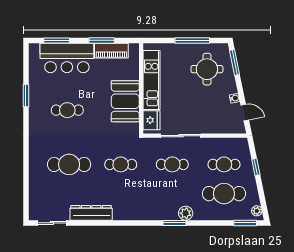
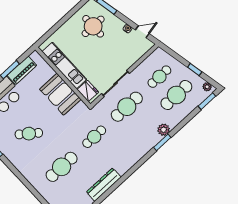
window: (192, 40) -> (67, 17), removed
cafe table: (67, 110) -> (29, 134), turned 38
cafe table: (172, 164) -> (127, 107), width x1.37, depth x1.35
window: (256, 167) -> (195, 69), moved

